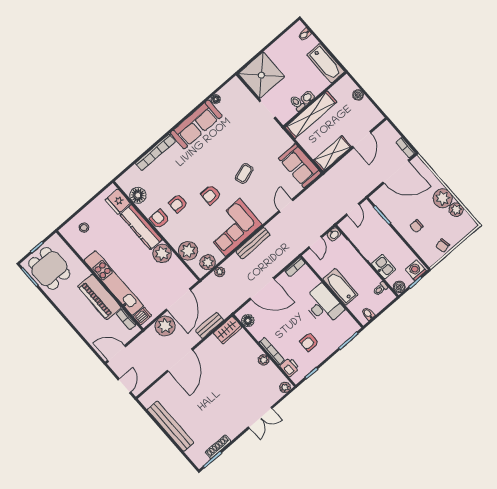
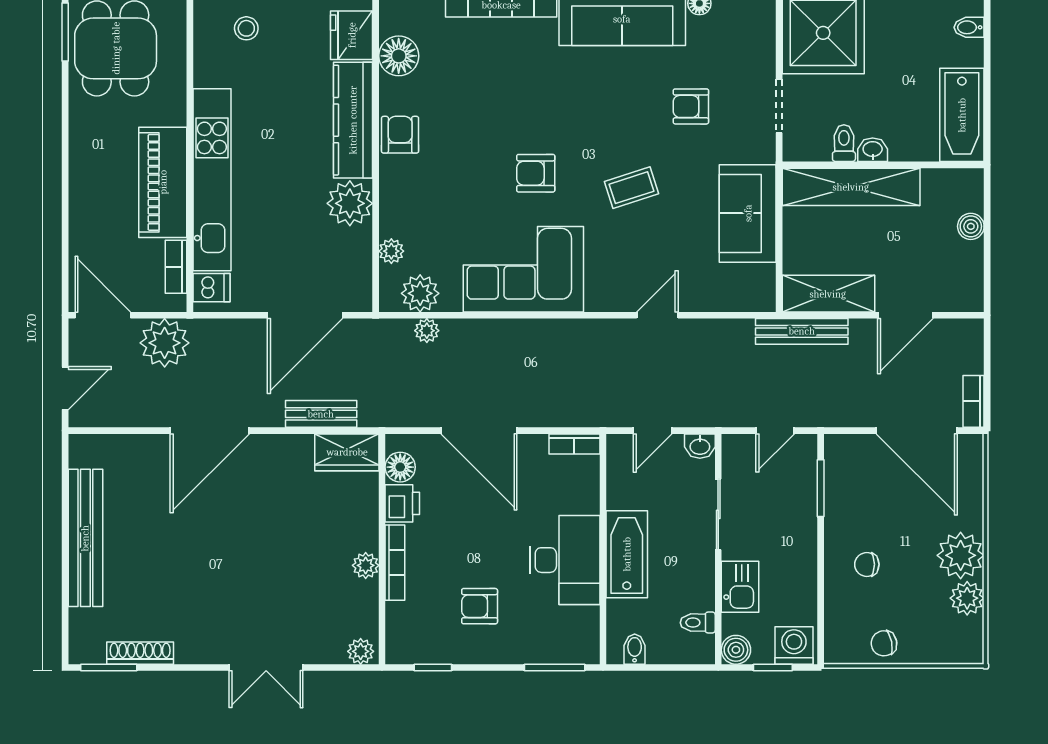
sofa: (300, 166) -> (748, 213), moved
armchair: (178, 204) -> (691, 106), moved
bench: (253, 243) -> (802, 331), moved
plant: (188, 251) -> (391, 251), width x0.53, depth x0.53
plant: (165, 326) -> (165, 343), moved
printer: (290, 367) -> (402, 503), moved

